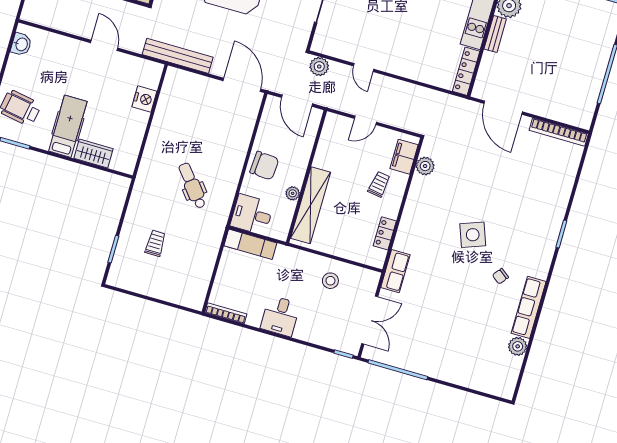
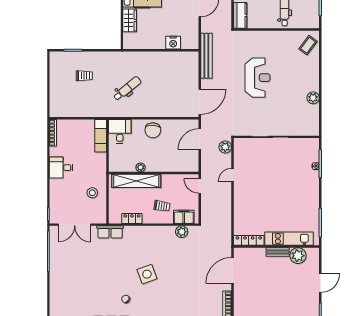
wall: (306, 176) -> (154, 173), moved
plant: (293, 193) -> (141, 167), moved
shelving: (311, 205) -> (136, 181), moved

